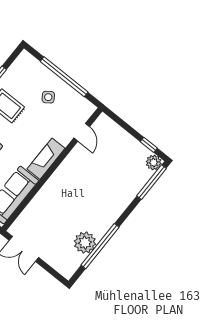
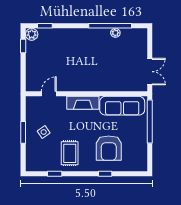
window: (64, 77) -> (23, 132), width x0.47
window: (152, 182) -> (45, 26), width x0.46
plant: (85, 243) -> (115, 33), width x0.53, depth x0.53

